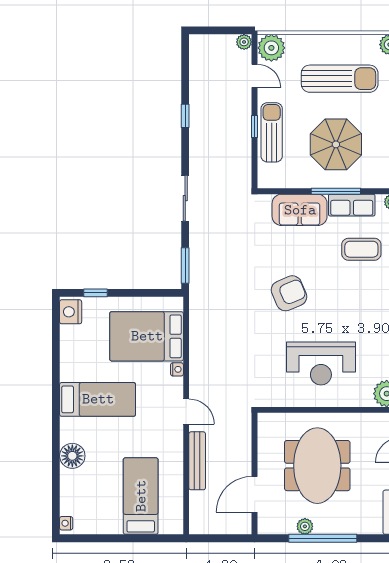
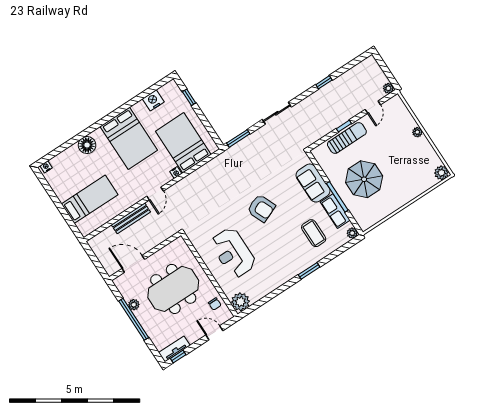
plant: (271, 48) -> (417, 132), moved, width x0.53, depth x0.53
sun lounger: (340, 79) -> (403, 157), removed
nightstand: (71, 312) -> (153, 100), moved
bed: (98, 399) -> (129, 138), width x1.50
chair: (369, 427) -> (215, 304), added

